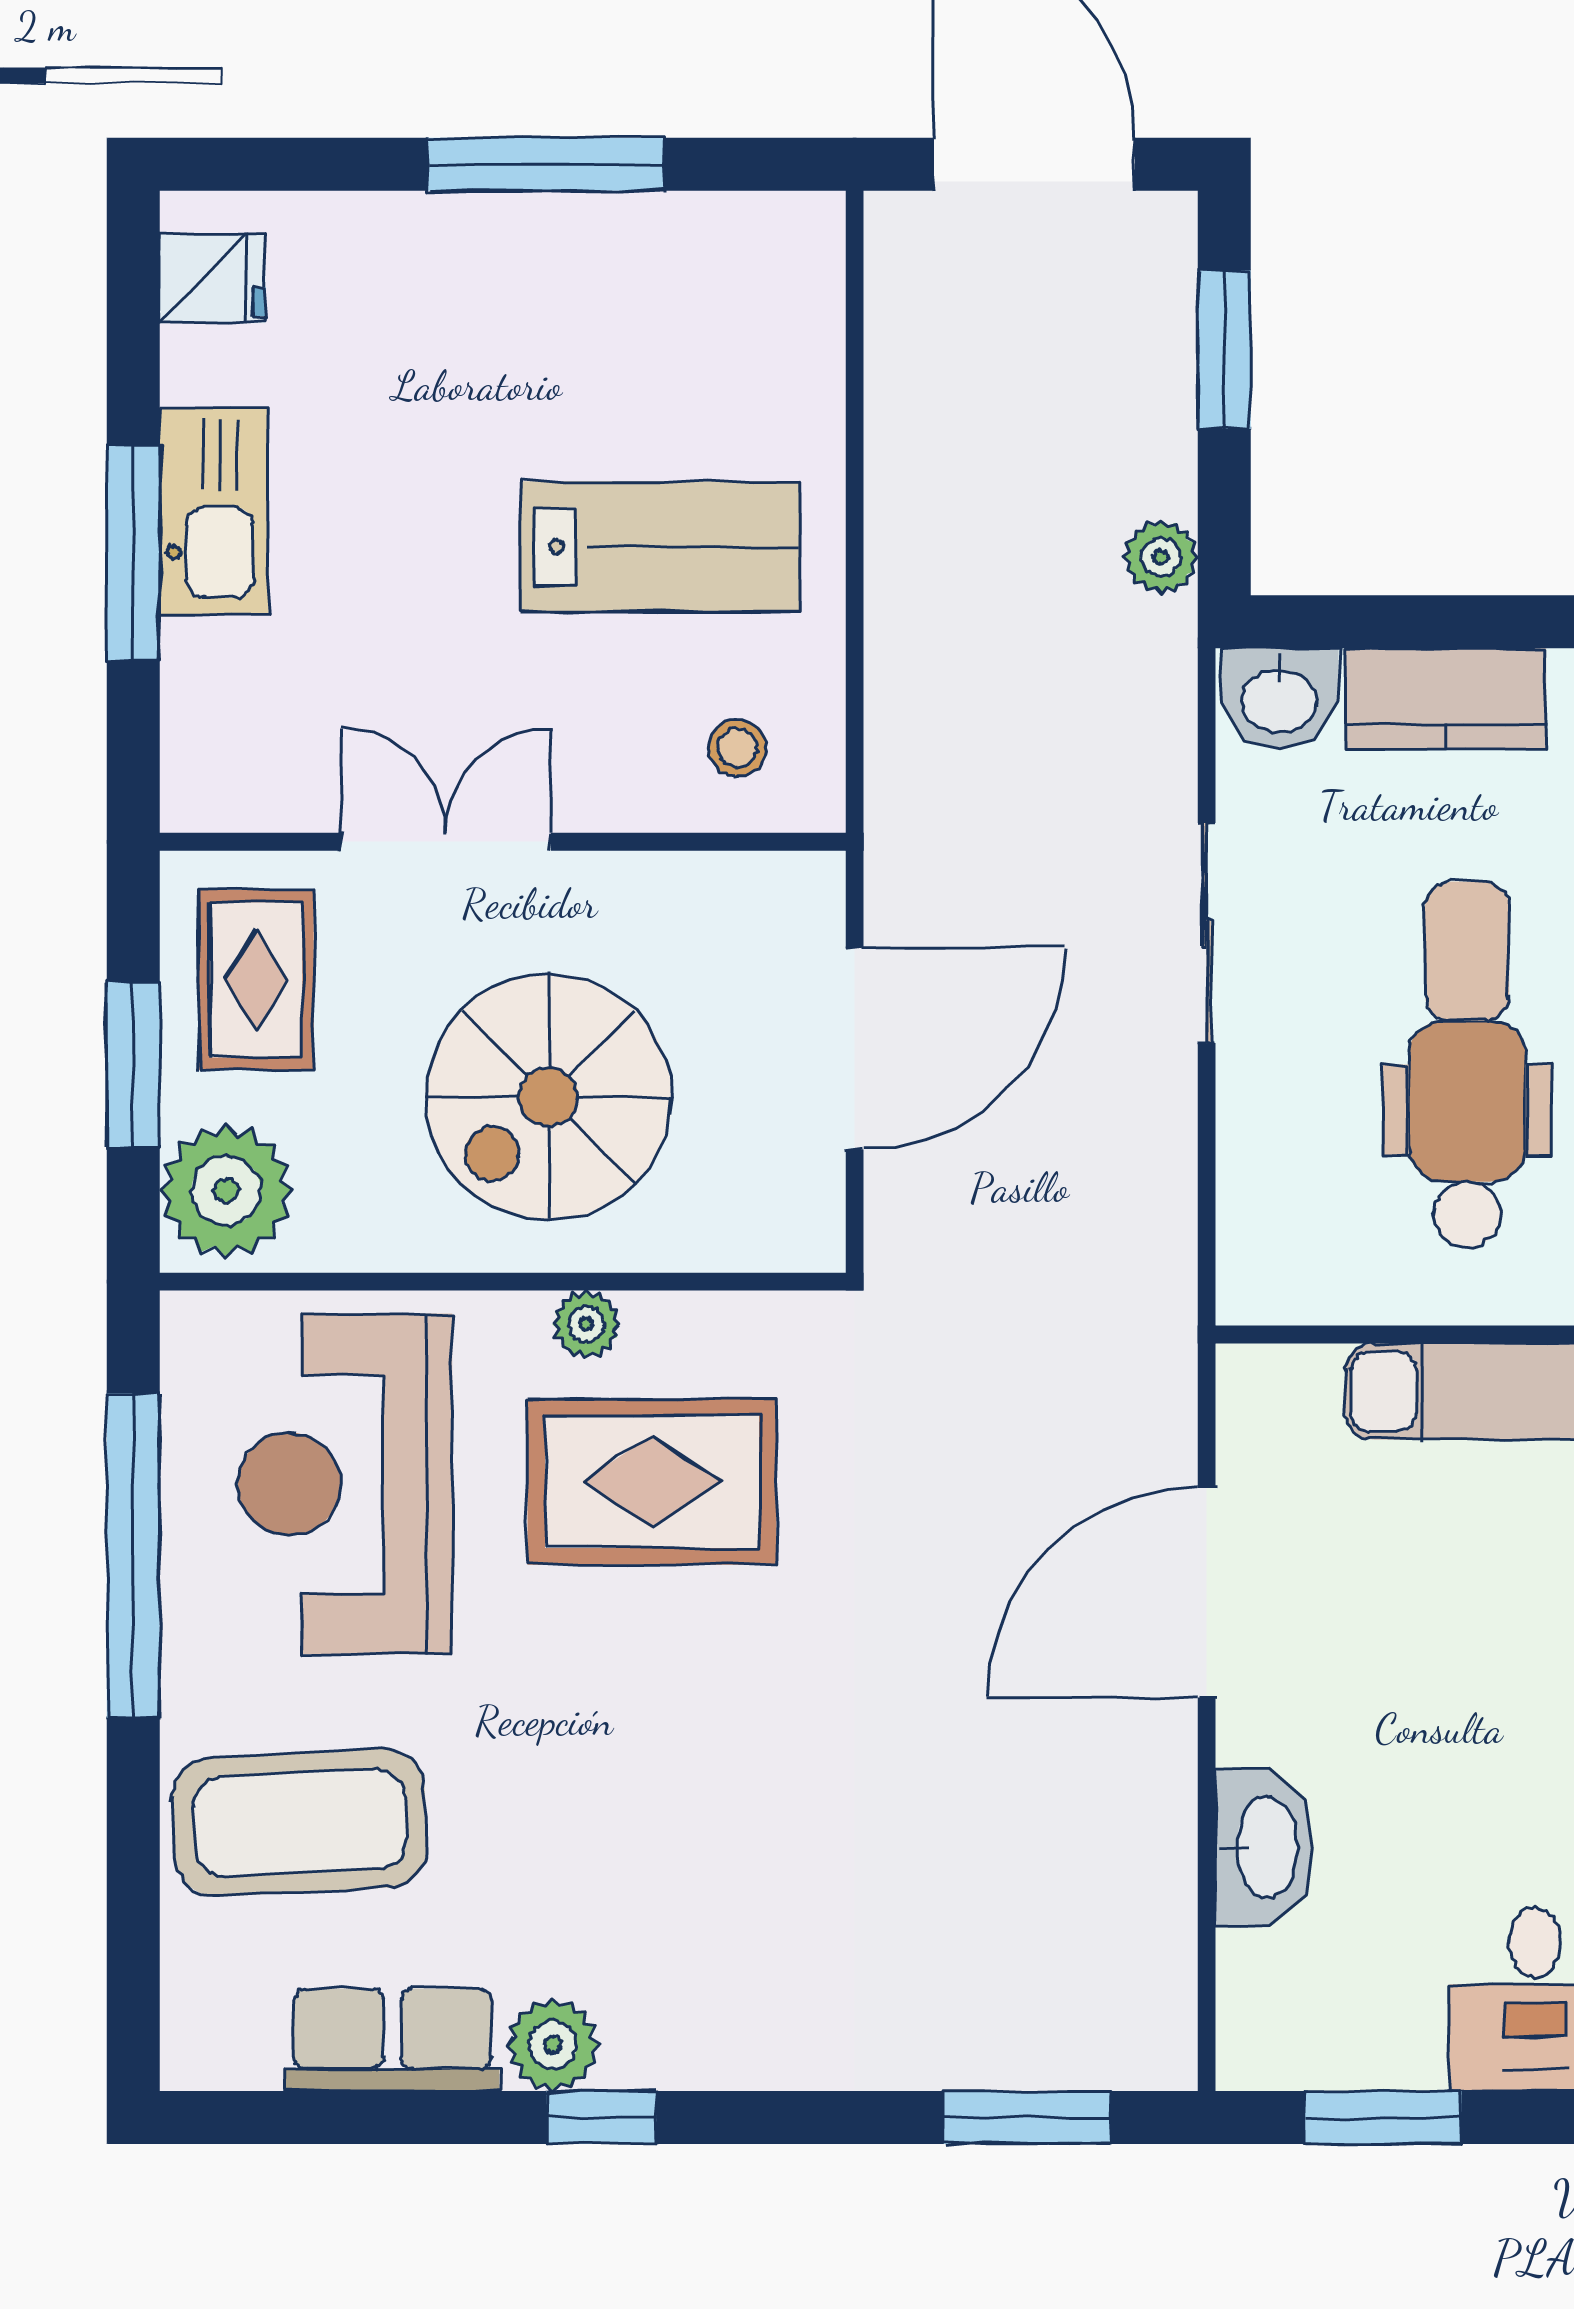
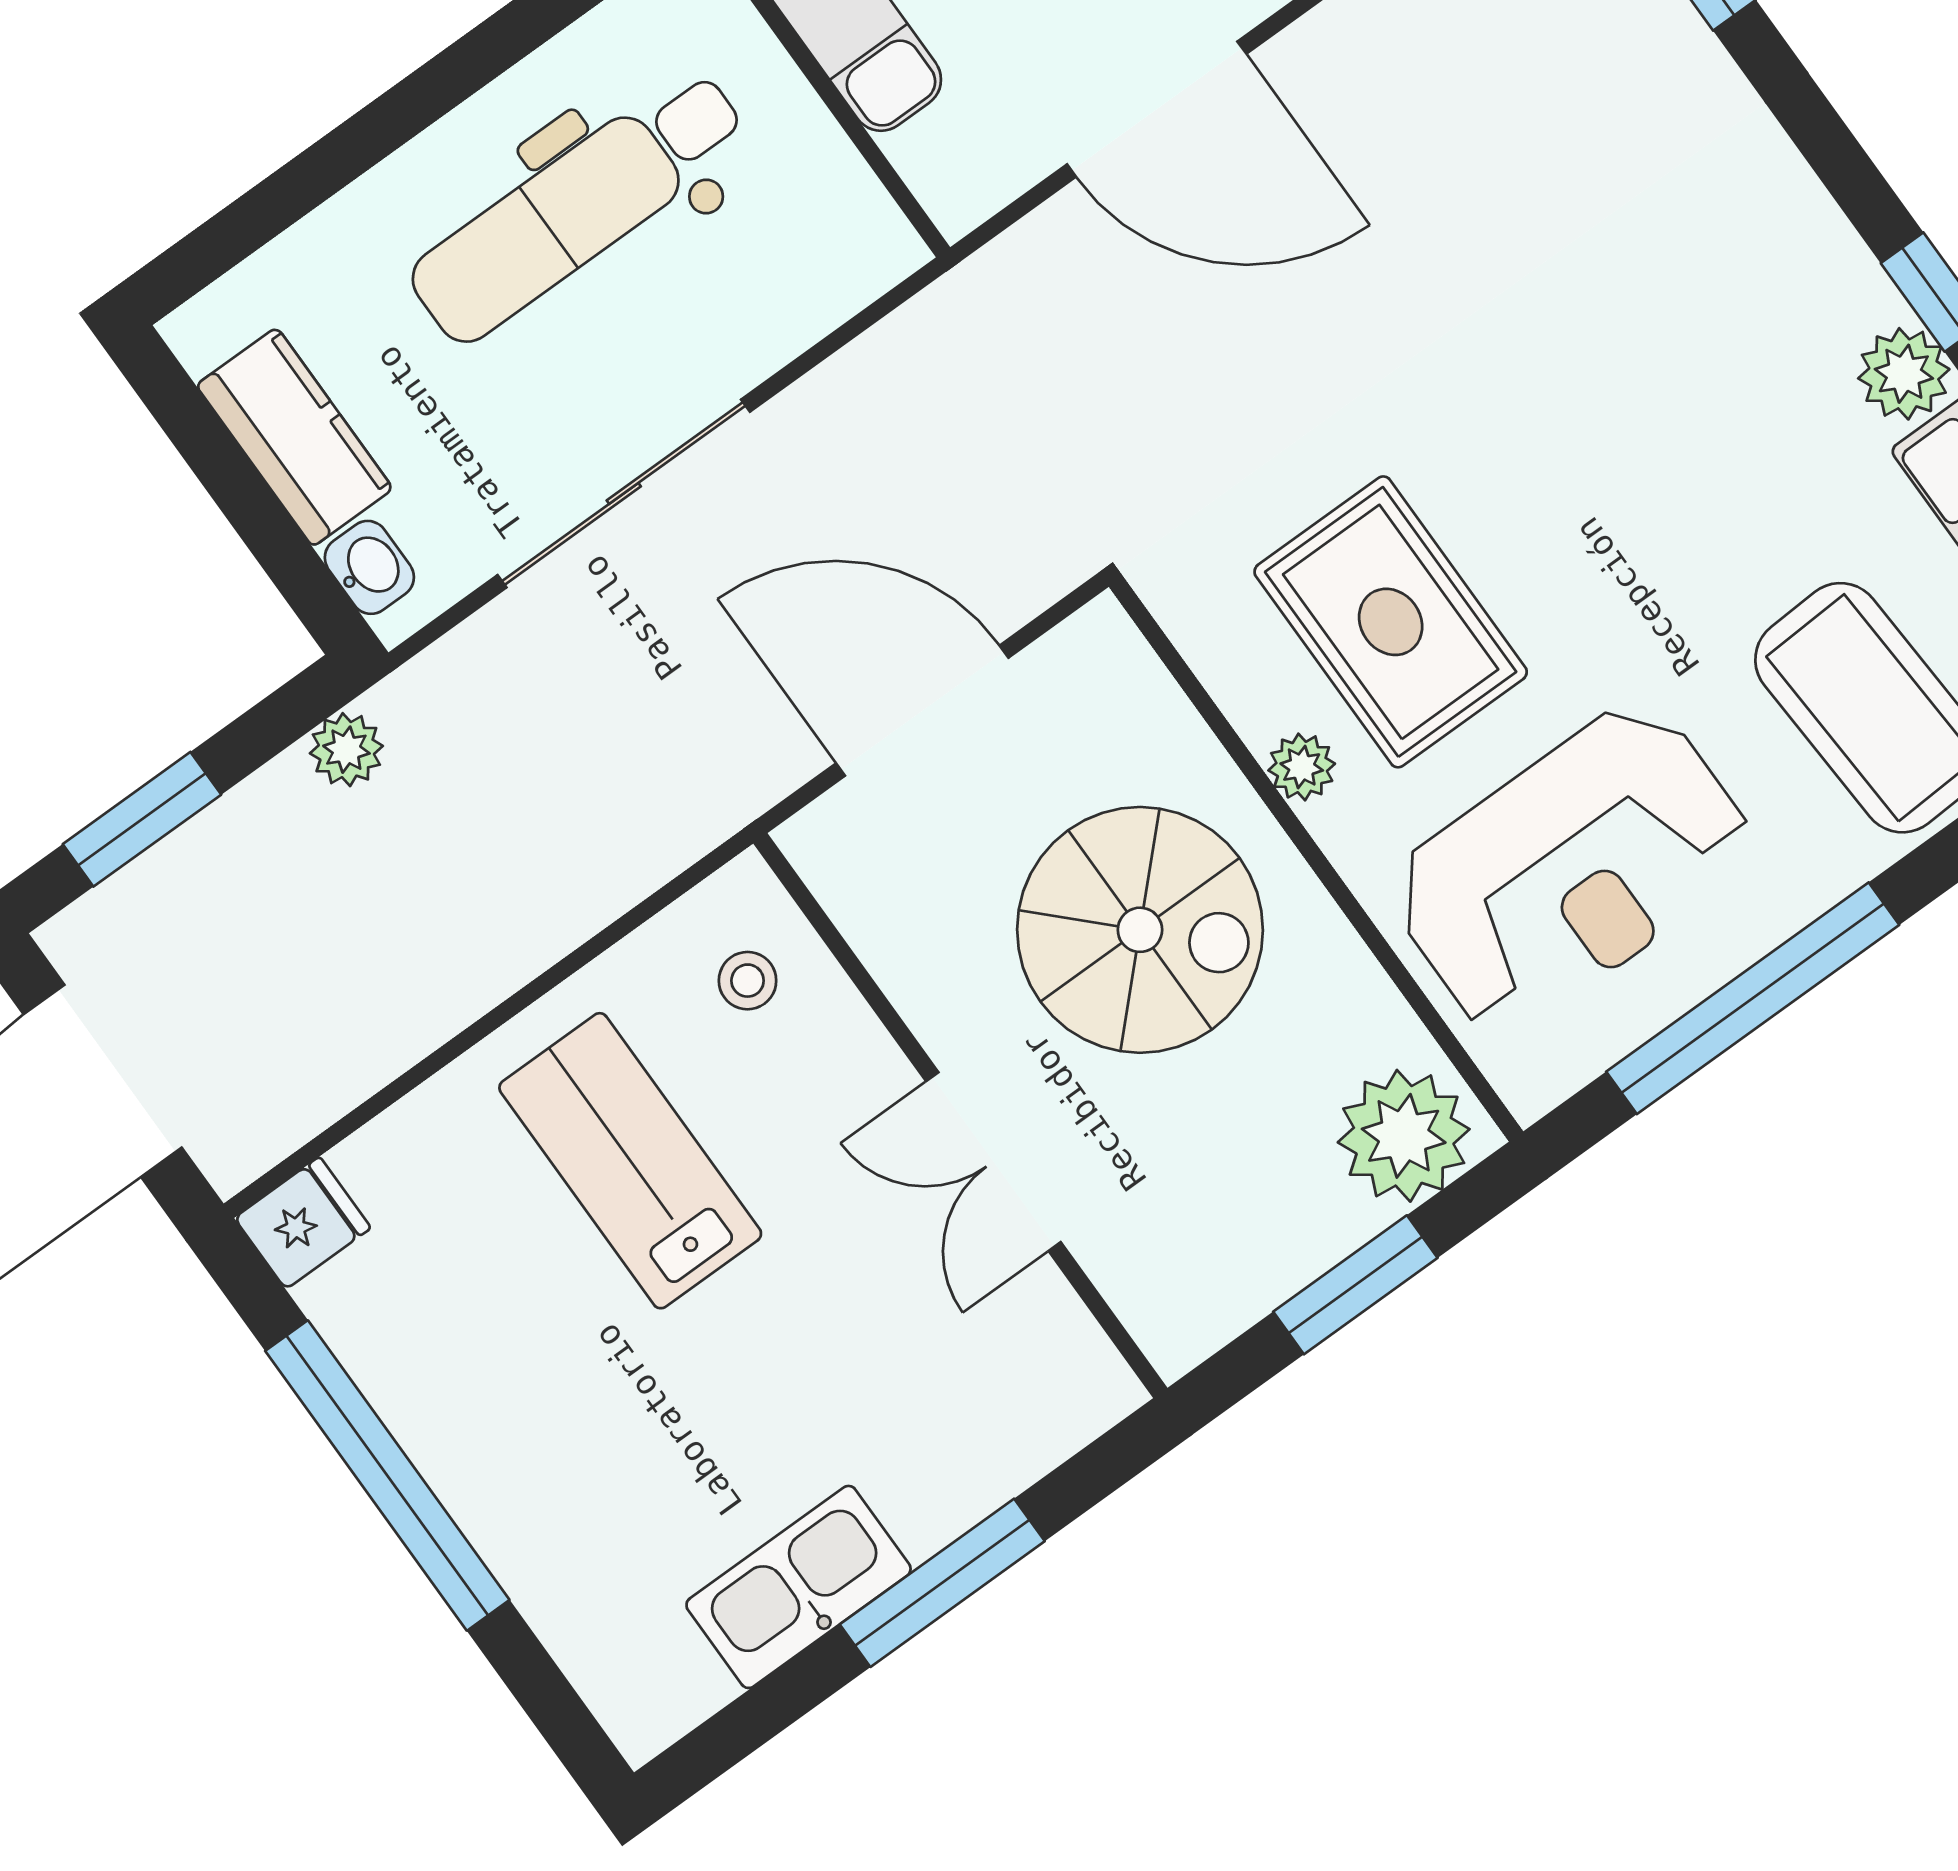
window: (546, 164) -> (387, 1475), width x1.46
fridge: (213, 279) -> (303, 1223), moved, turned 90
kitchen sink: (214, 511) -> (799, 1587), moved
washbasin: (1279, 698) -> (369, 567), width x0.72, depth x0.69
sliding door: (1207, 933) -> (624, 493), width x1.37
rug: (256, 980) -> (1216, 1234), removed

